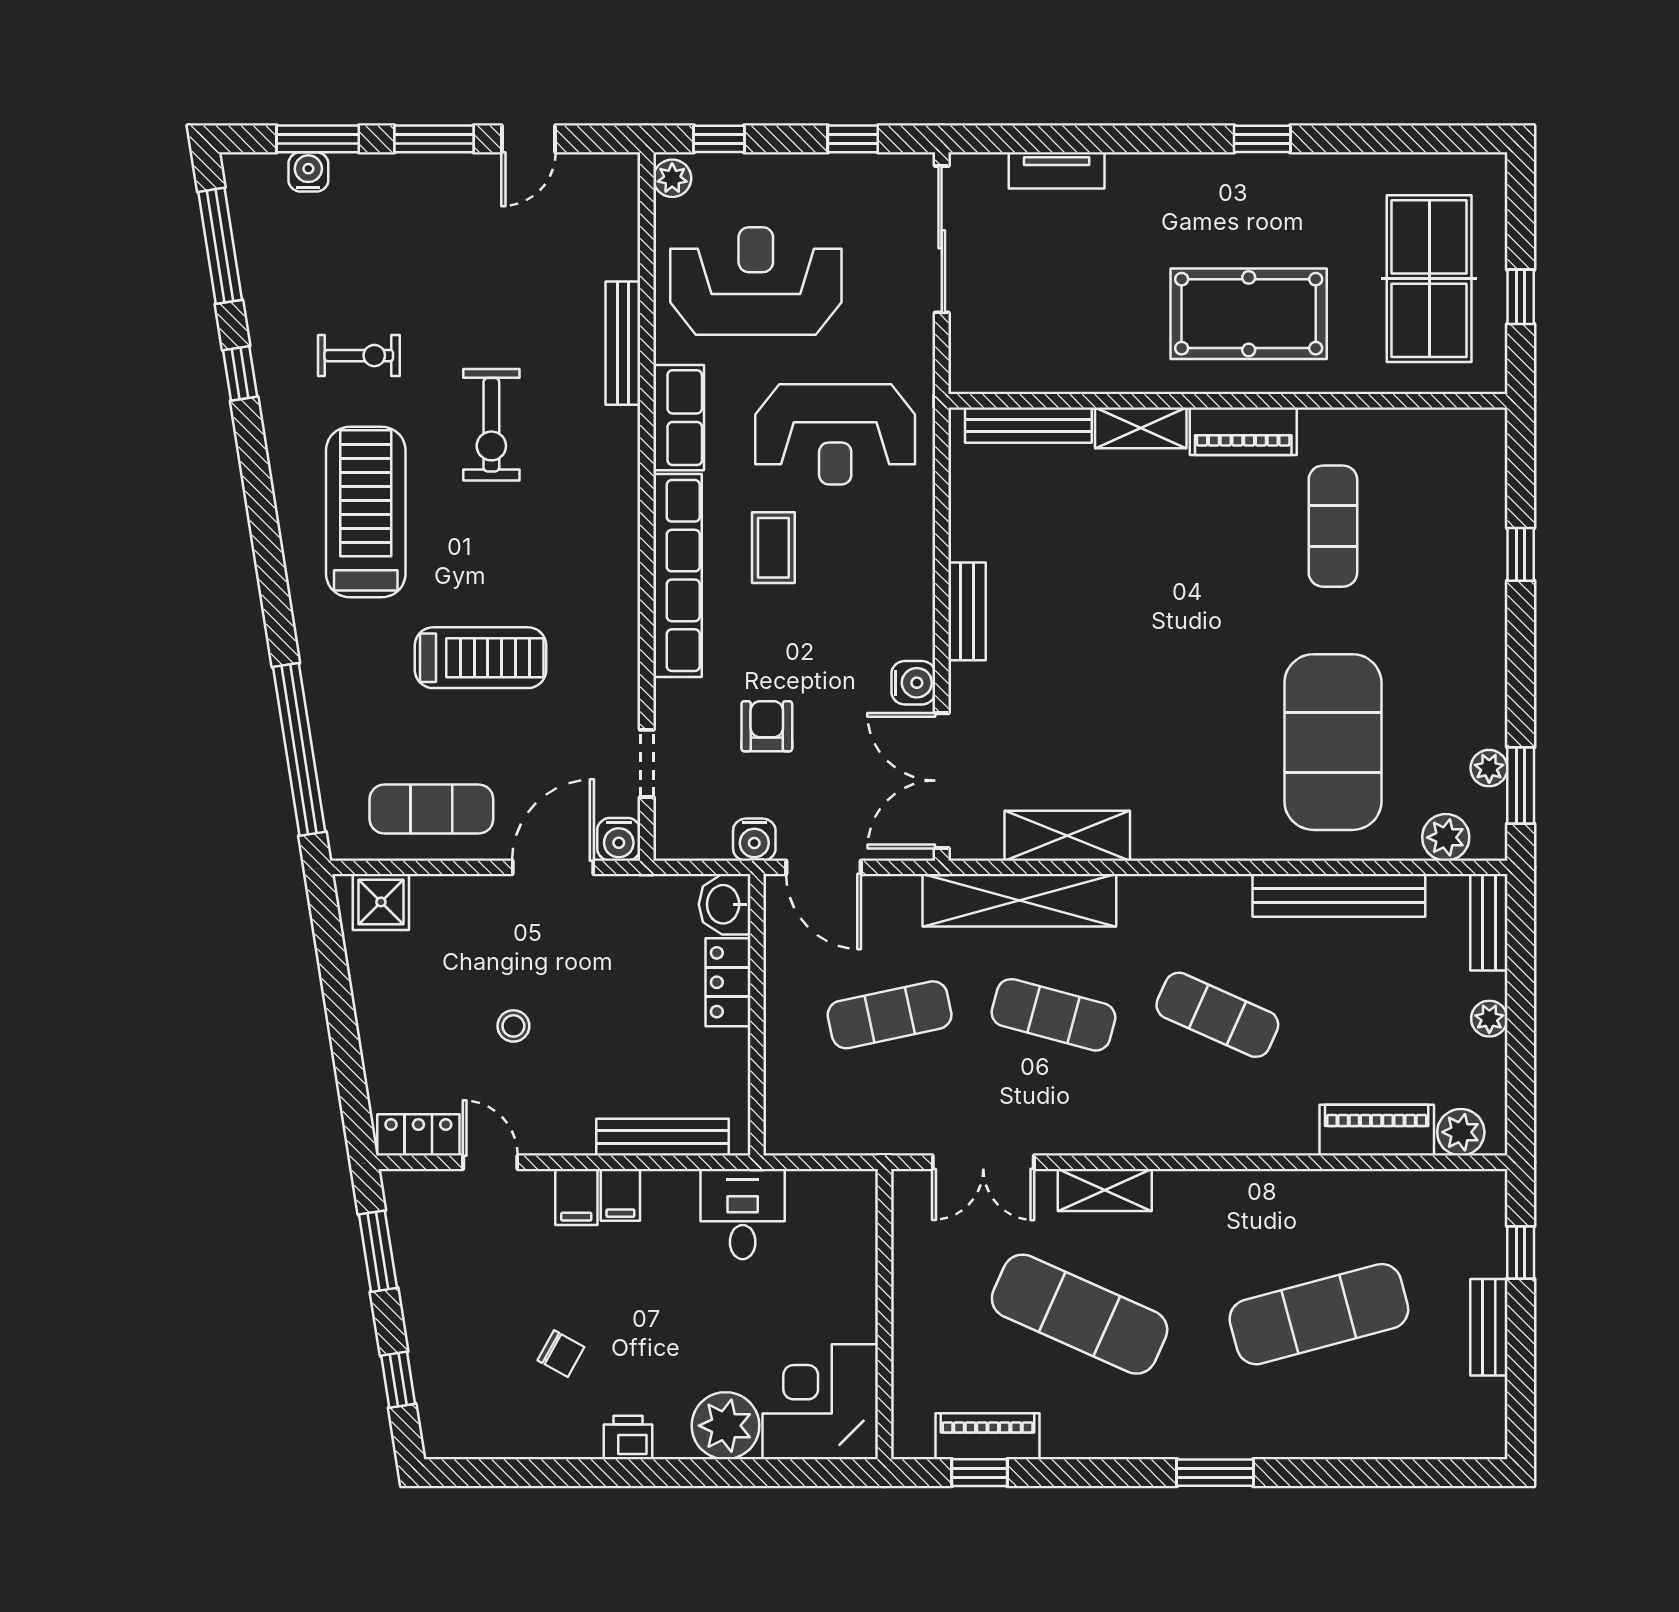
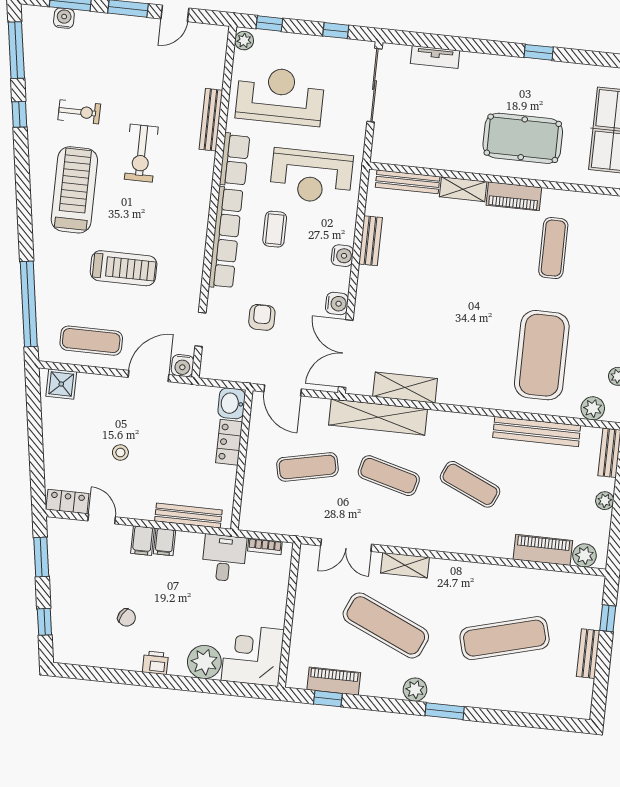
bench: (967, 611) -> (371, 241), moved
water cooler: (754, 840) -> (342, 256), moved, turned -90
bookcase: (822, 1182) -> (265, 546), added
plant: (1151, 1436) -> (415, 690), added

